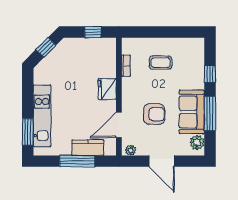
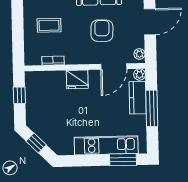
coffee table: (161, 63) -> (49, 25), turned 90
door: (119, 125) -> (114, 66), hinge flipped
plant: (110, 150) -> (140, 75), added

